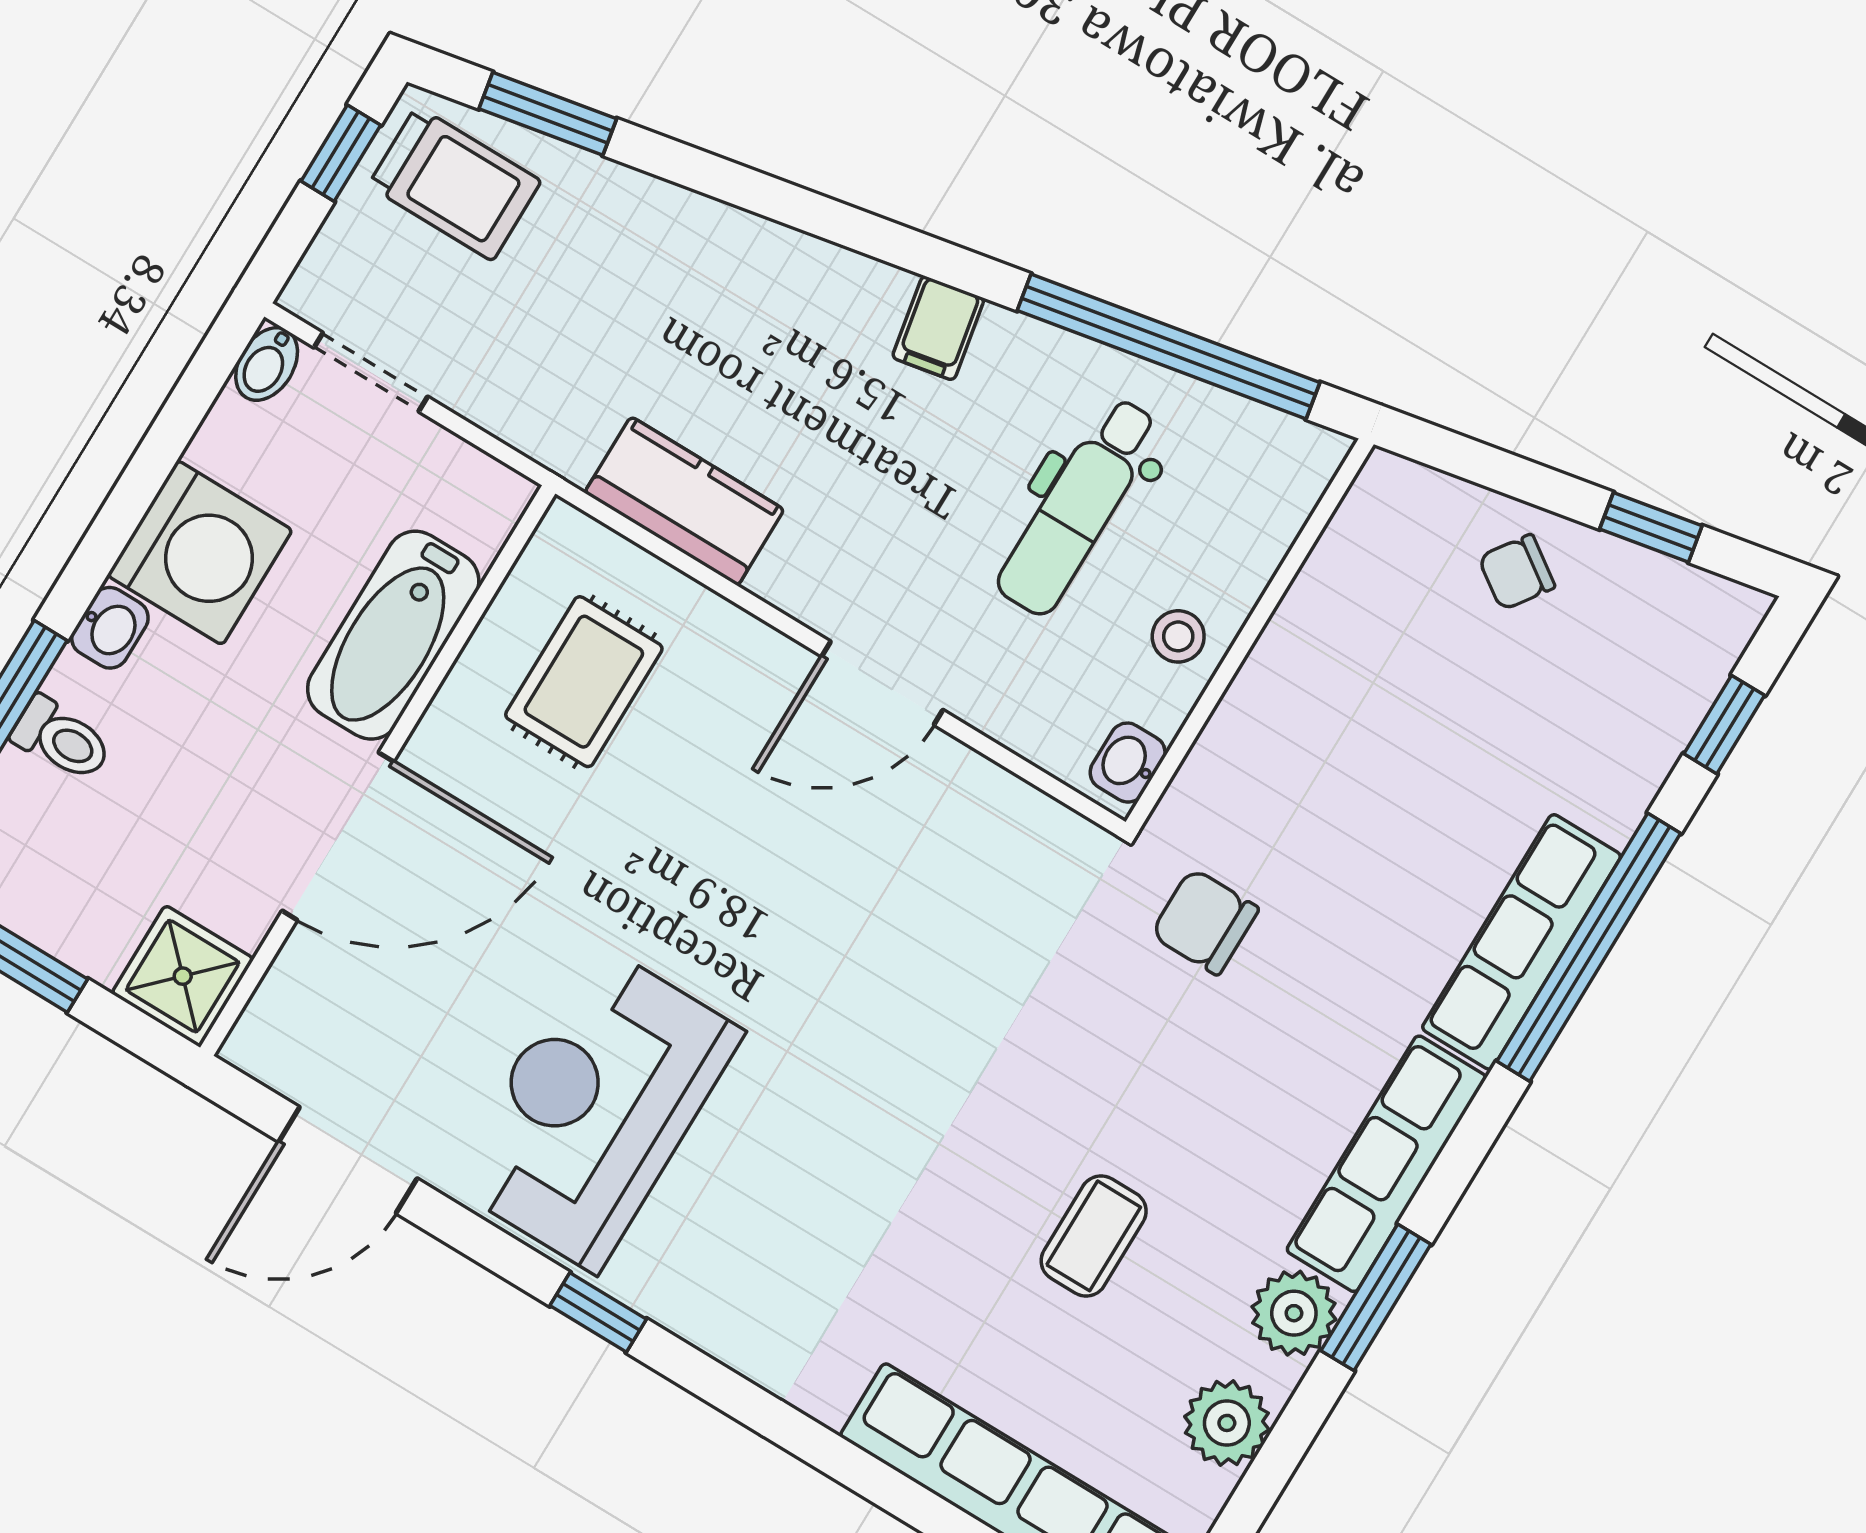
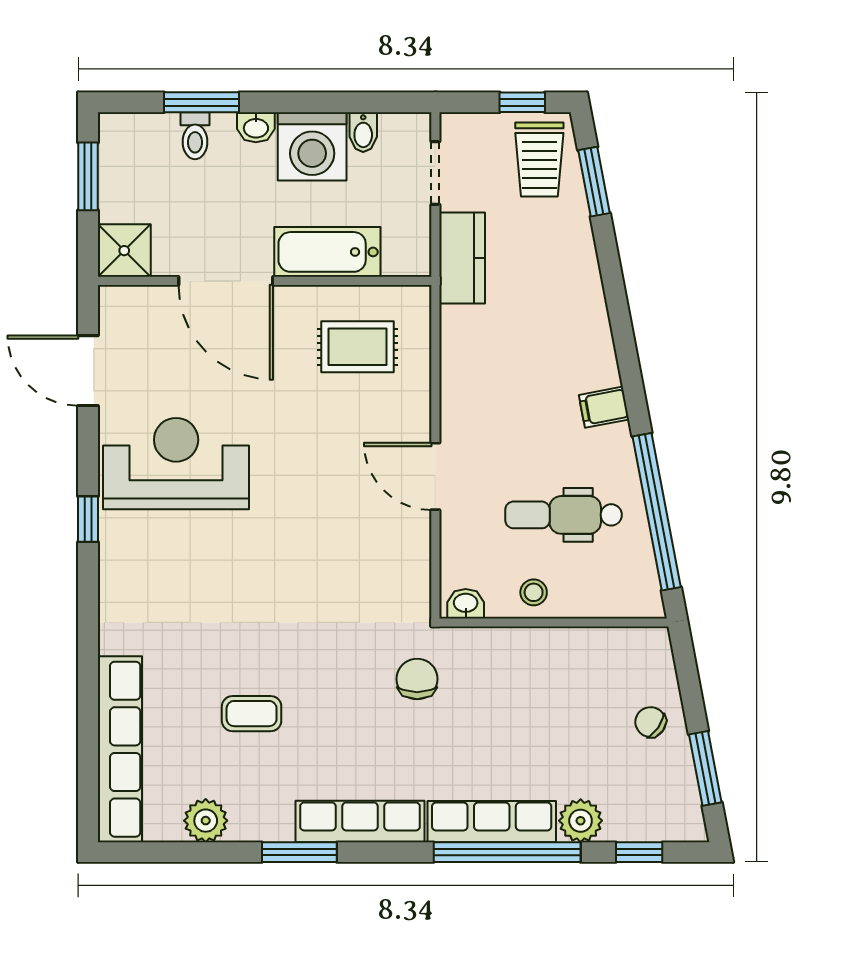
bidet: (267, 364) -> (363, 132), moved, turned -90
kitchen counter: (684, 501) -> (462, 258), moved
window: (1651, 527) -> (705, 768), width x1.50
plant: (1294, 1313) -> (581, 821), moved

